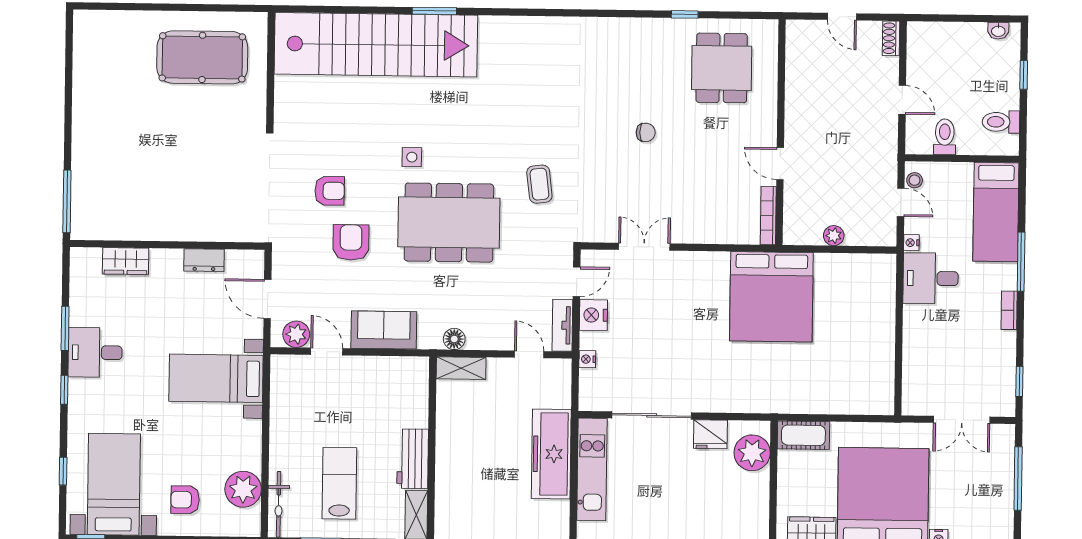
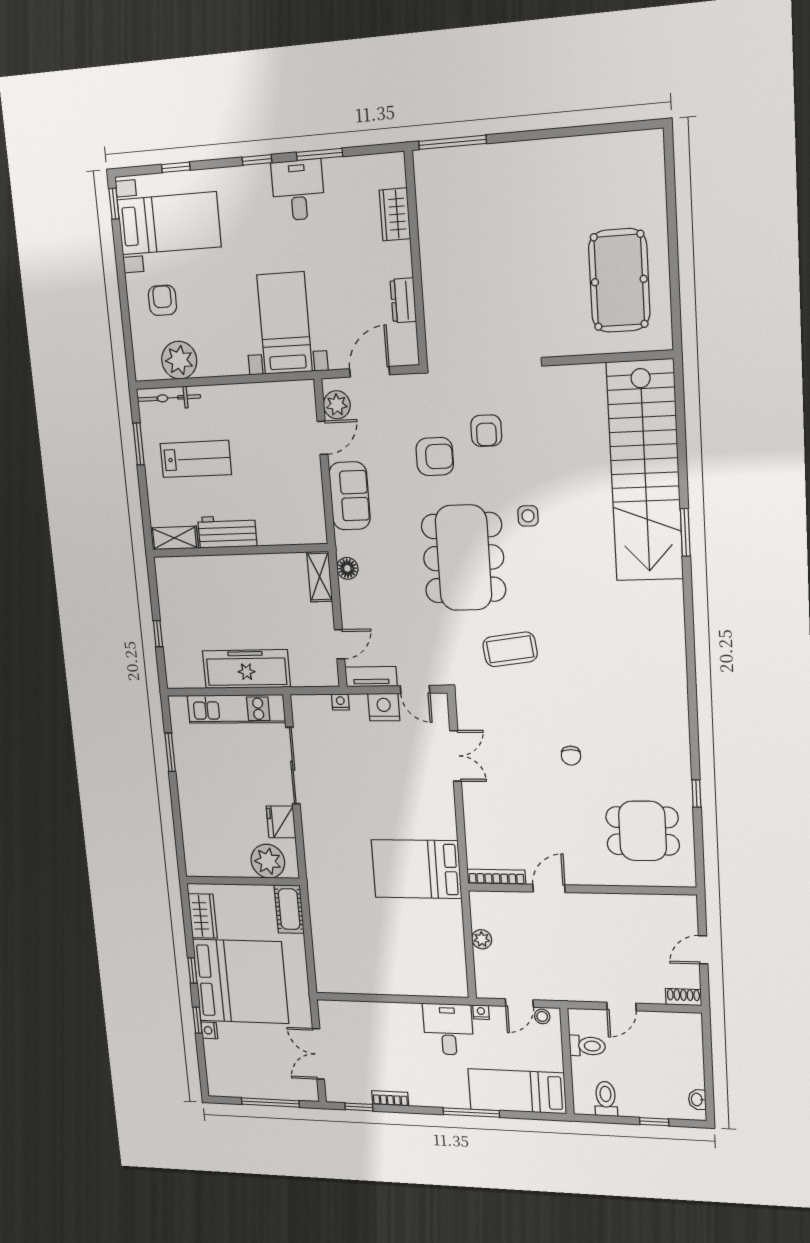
coffee table: (539, 184) -> (510, 649), width x1.36, depth x1.30
bed: (771, 297) -> (416, 869), width x0.73
bookcase: (1009, 310) -> (390, 1098), moved

